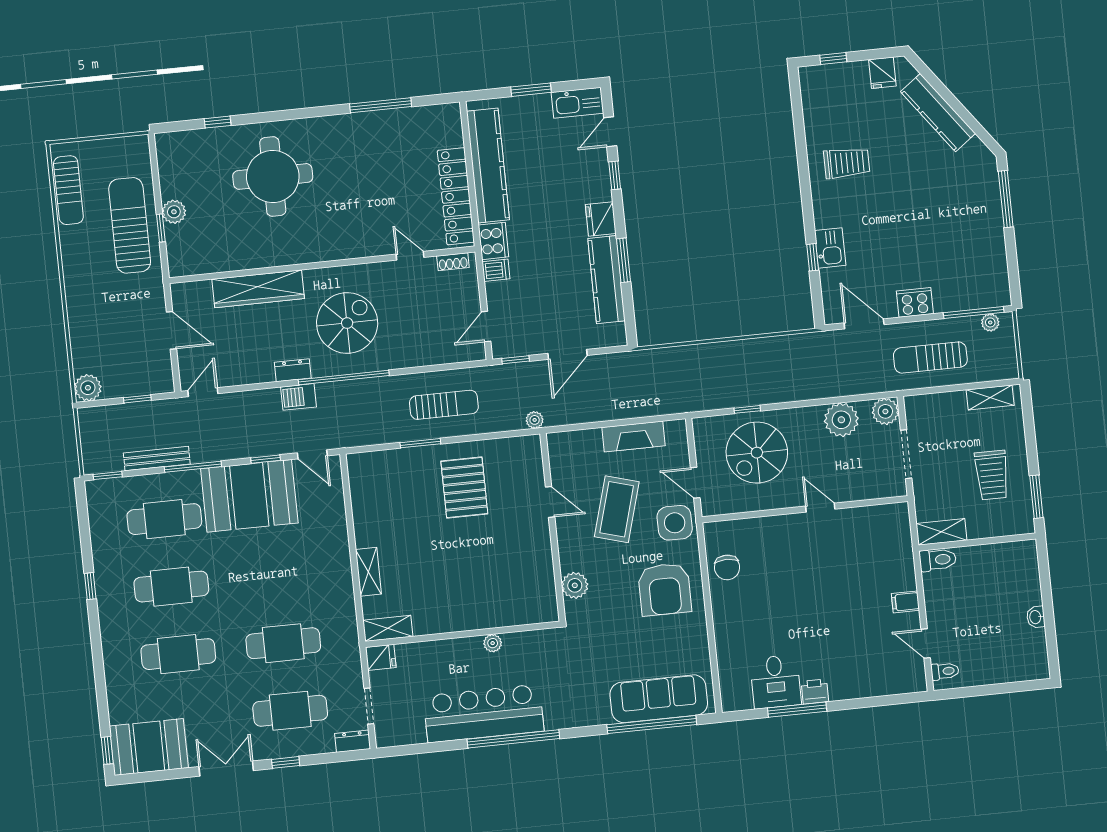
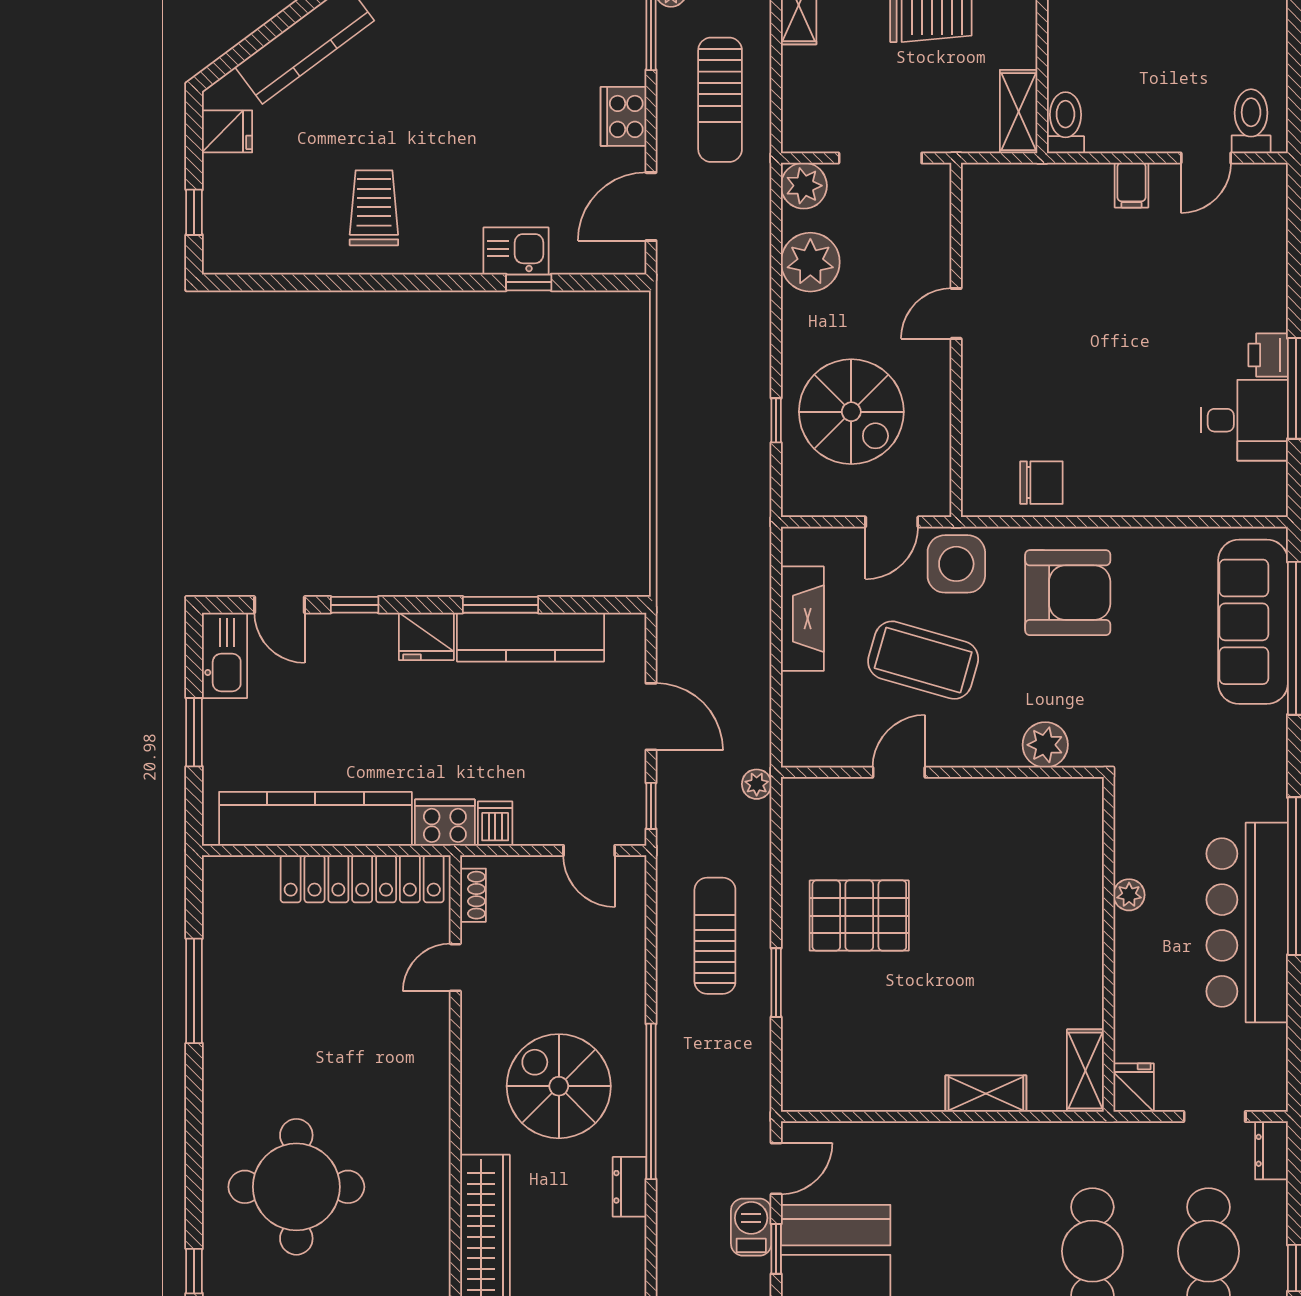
barbecue: (298, 397) -> (751, 1227), moved, turned 180
toilet: (945, 671) -> (1251, 121), width x1.37, depth x1.39

